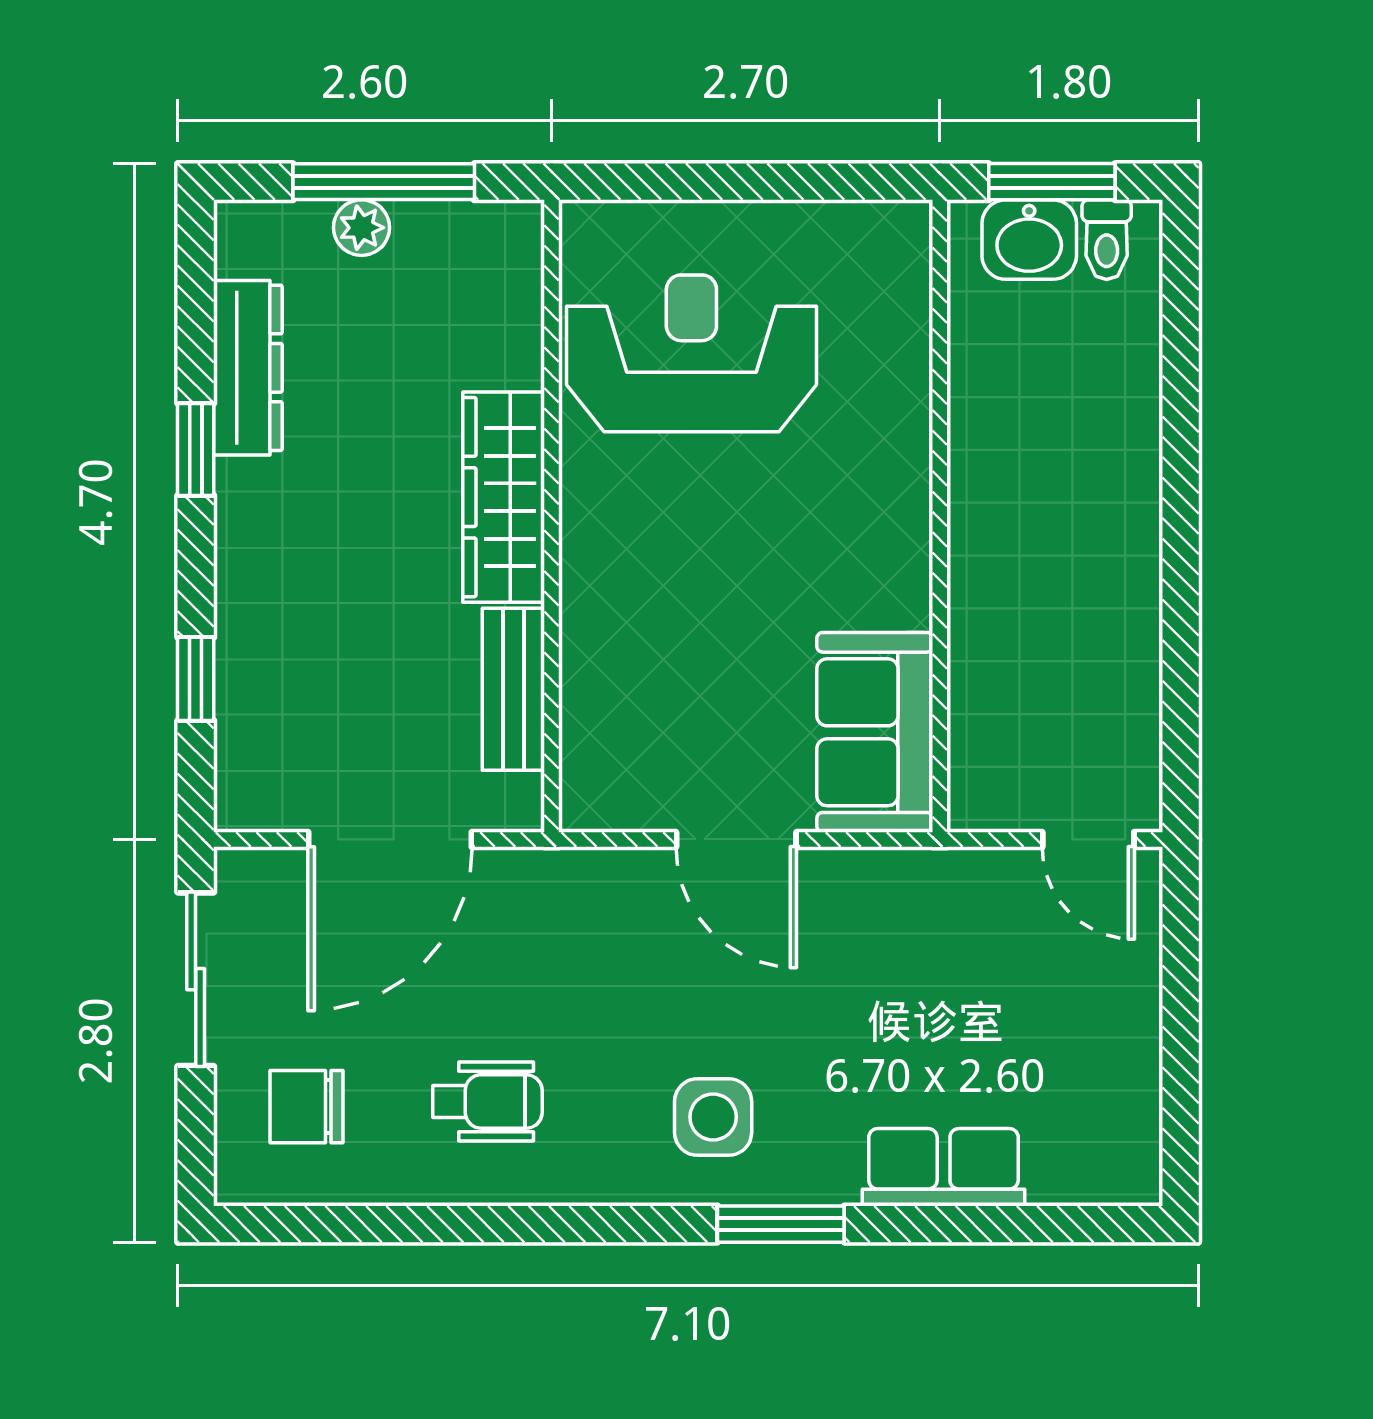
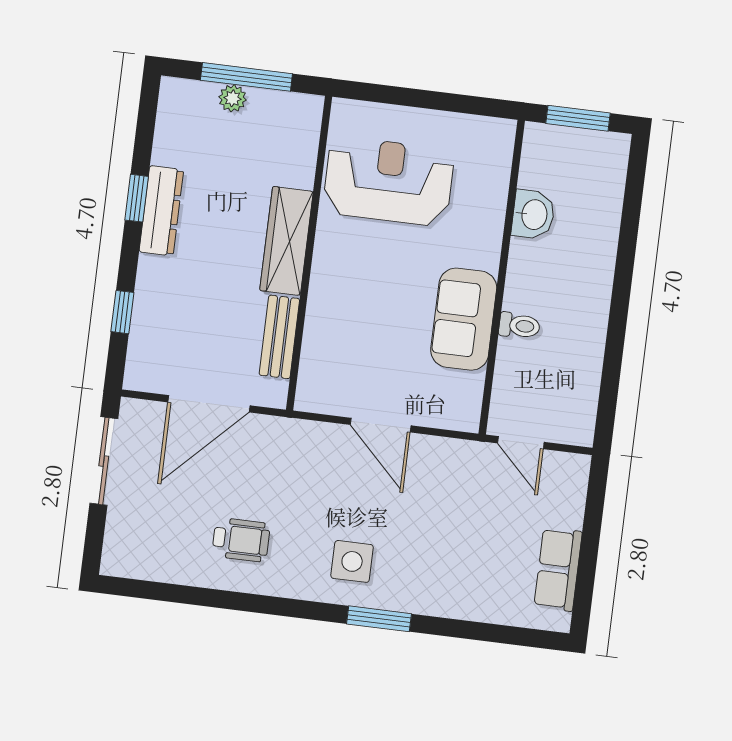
washbasin: (1029, 240) -> (533, 214), moved, turned -90
toilet: (1107, 240) -> (519, 326), moved, turned -90
dresser: (248, 368) -> (161, 211), moved
sofa: (875, 732) -> (464, 319), moved
door: (1088, 839) -> (521, 443), moved
chair: (307, 1107) -> (151, 531), removed
row of seats: (944, 1167) -> (558, 569), moved, turned -90

